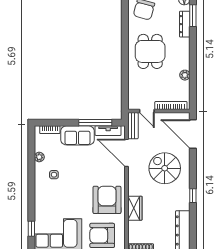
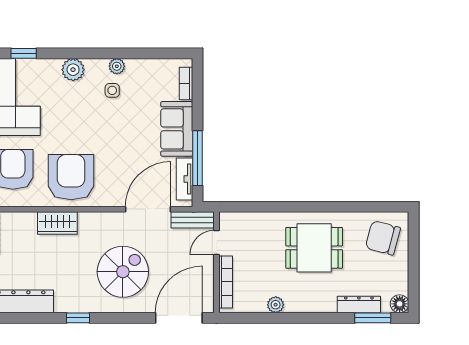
plant: (39, 157) -> (117, 66), moved
plant: (41, 199) -> (73, 70), added
armchair: (107, 200) -> (71, 177), turned -90

